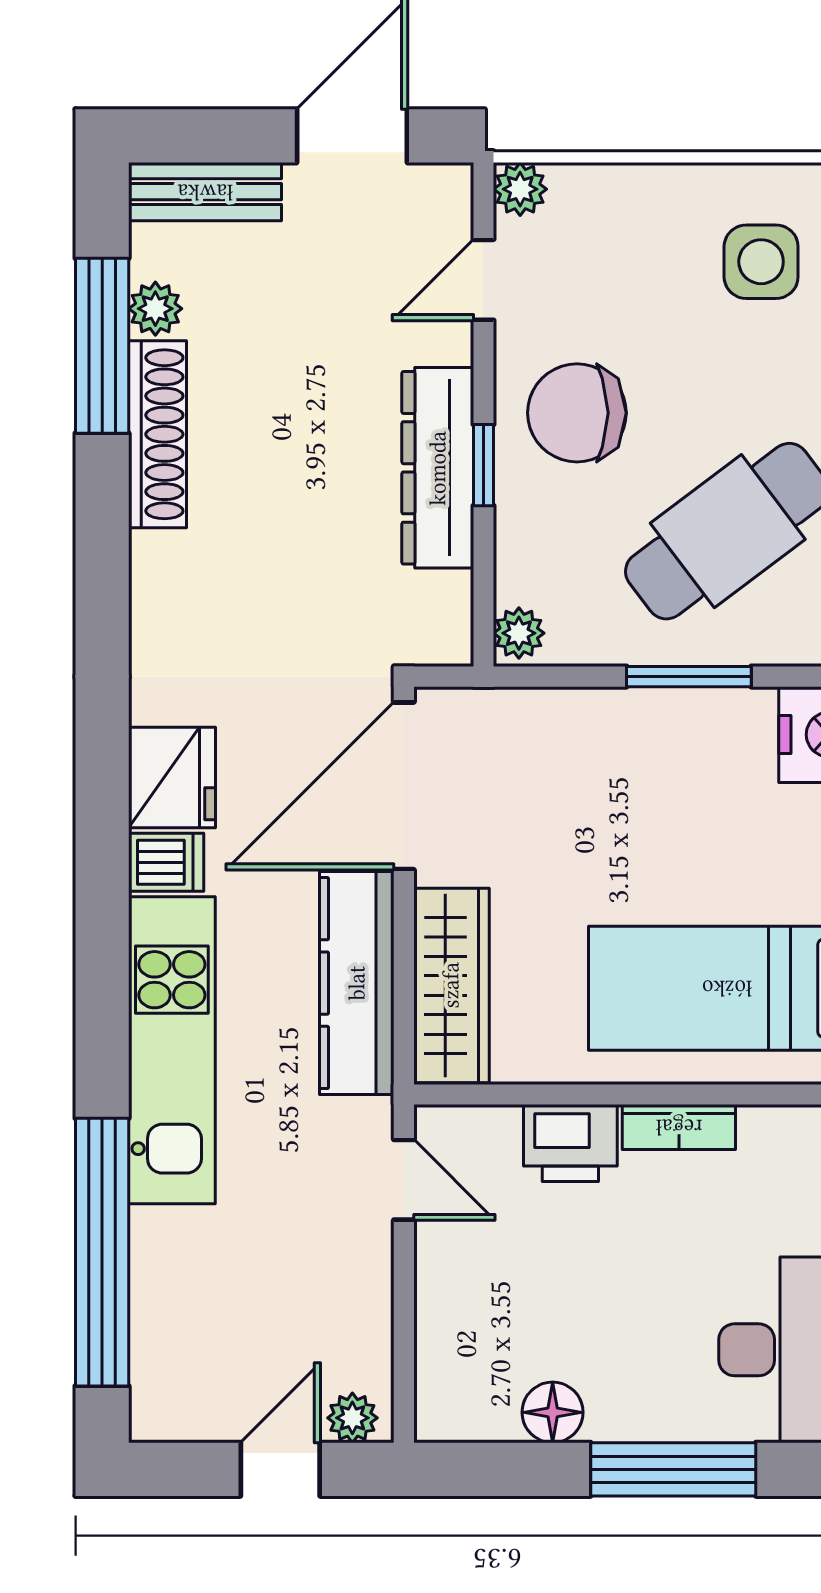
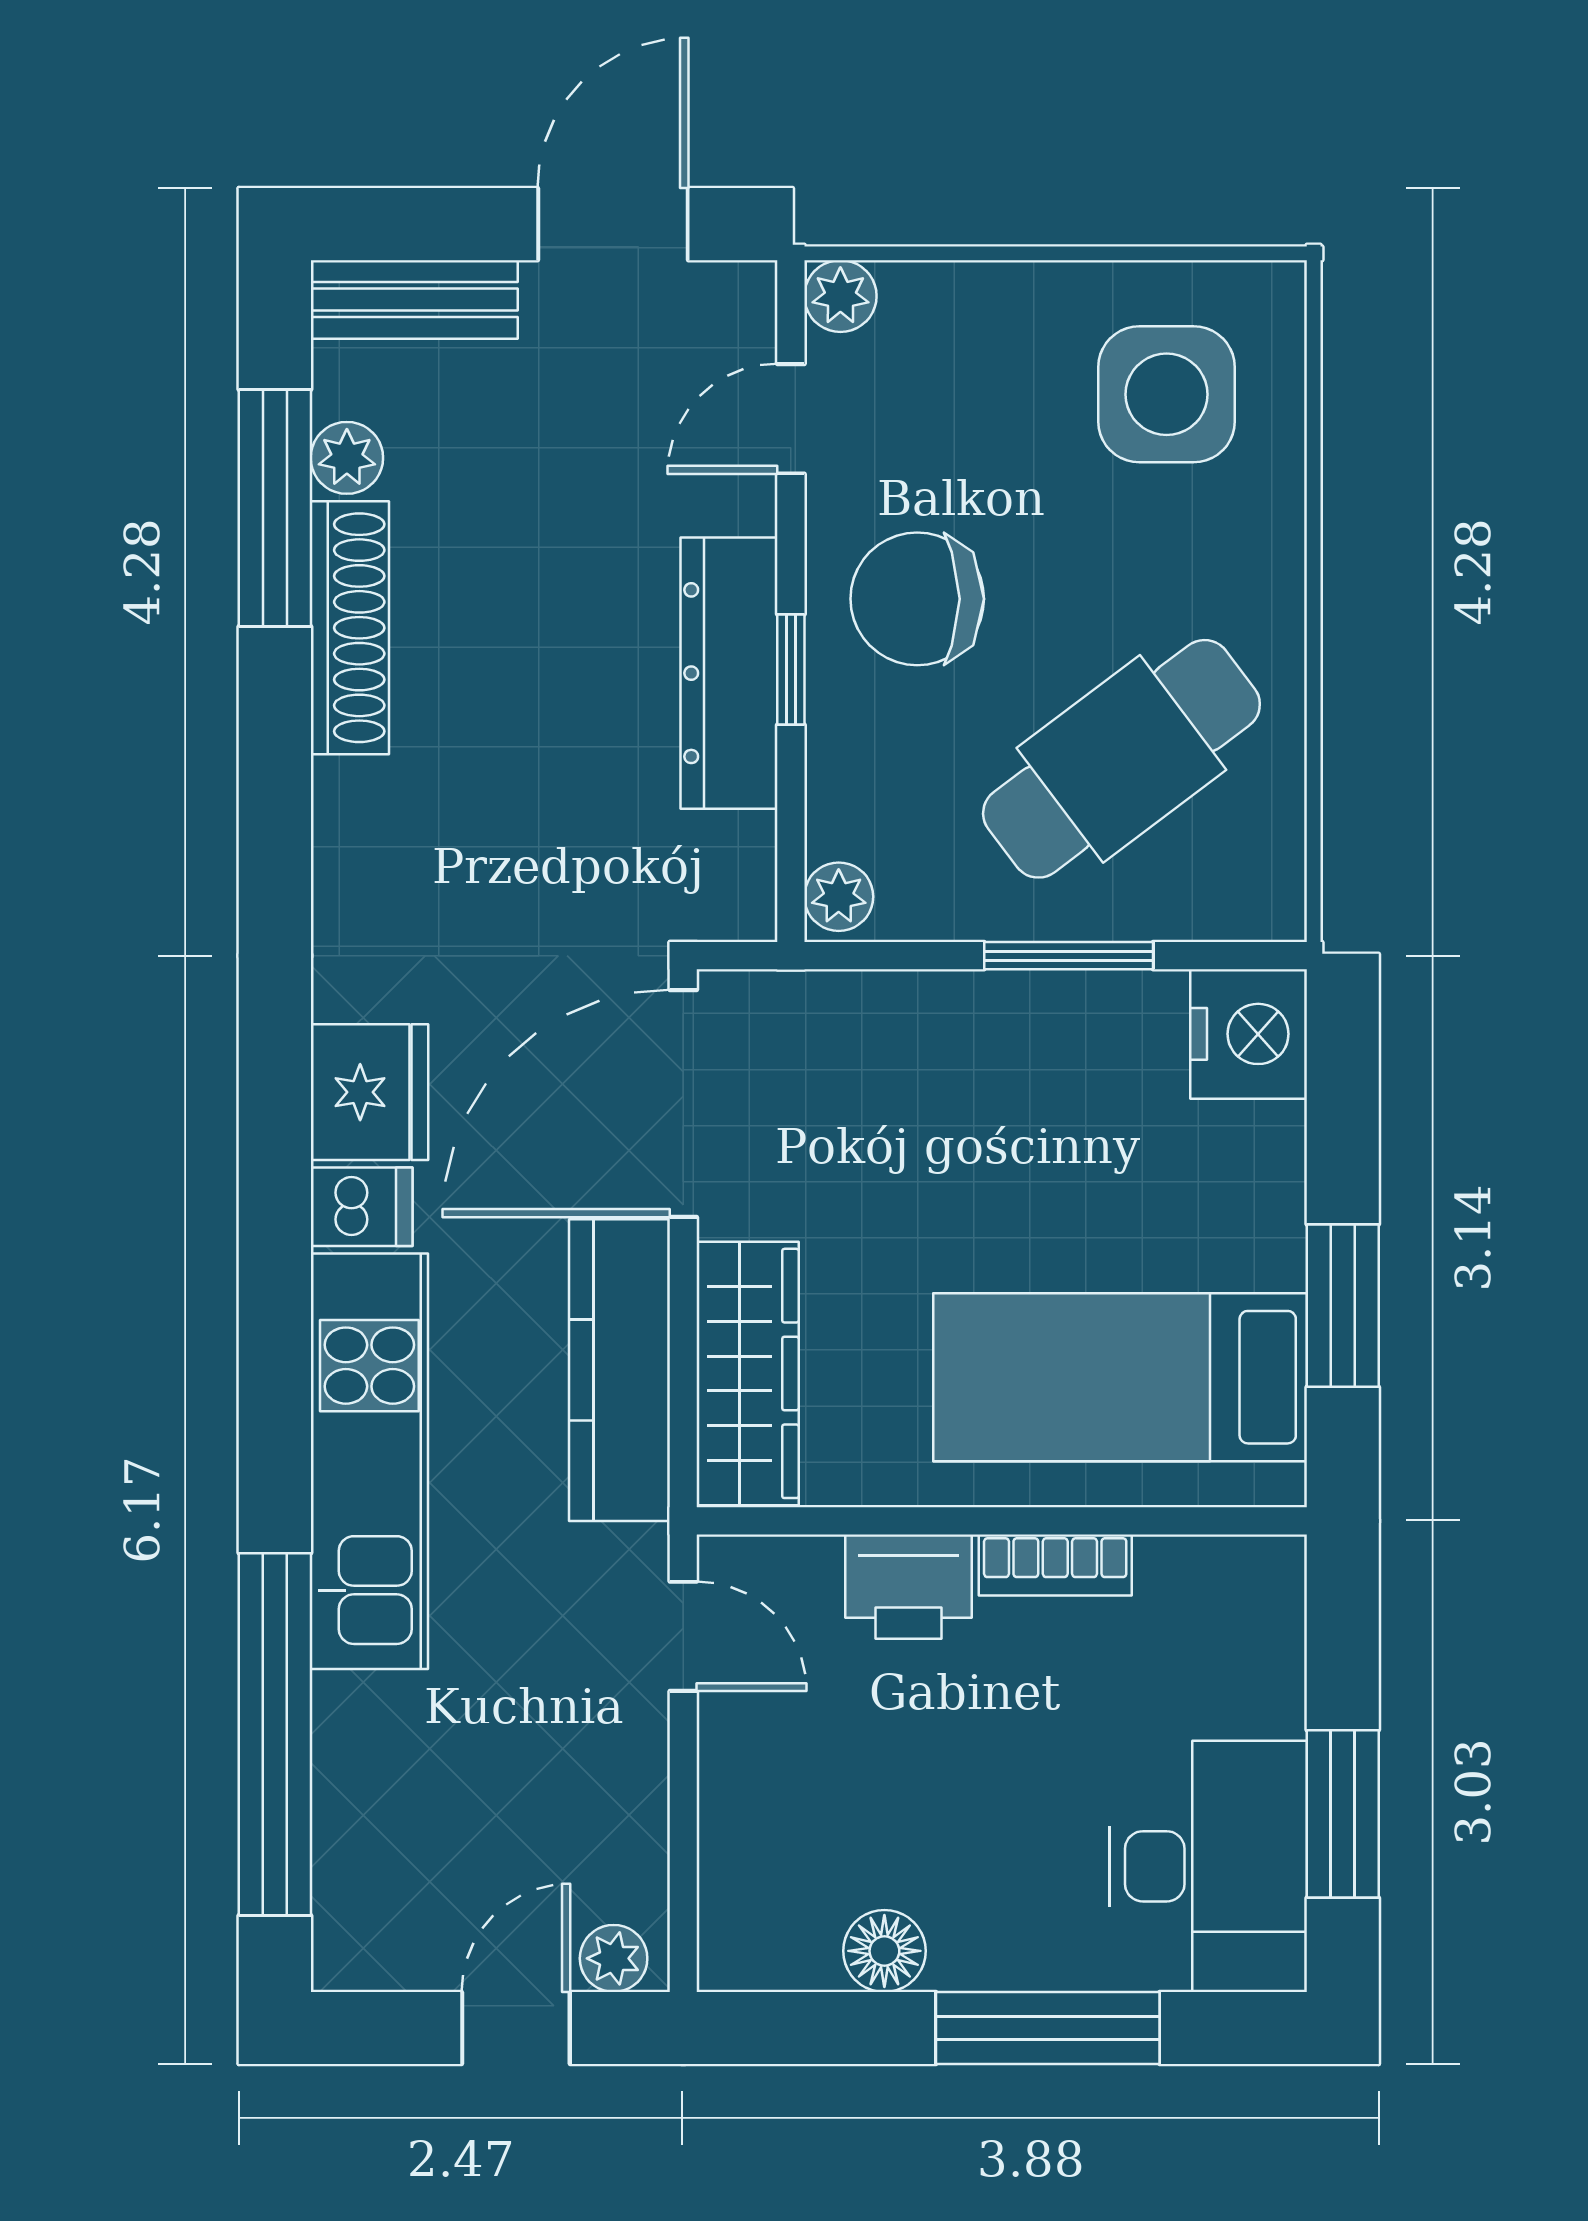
side table: (761, 262) -> (1166, 394), width x1.37, depth x1.37

